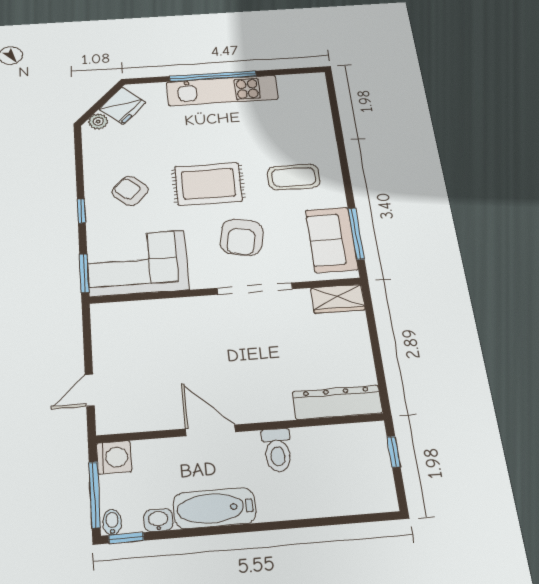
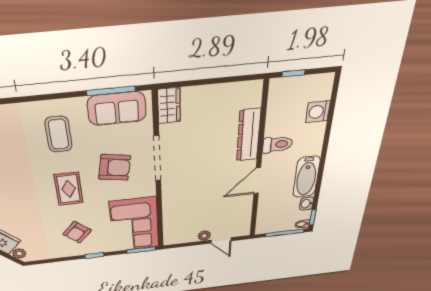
rug: (208, 184) -> (69, 189), width x0.73, depth x0.70
plant: (103, 363) -> (204, 236), added
dresser: (337, 402) -> (249, 135), moved
washing machine: (114, 457) -> (318, 112), moved, turned -90

